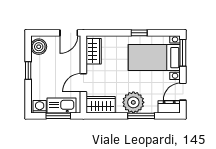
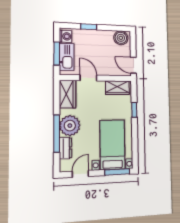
window: (139, 33) -> (134, 110), moved
window: (28, 71) -> (89, 27), moved
door: (183, 92) -> (80, 174), hinge flipped
dresser: (169, 107) -> (65, 148), moved
window: (141, 116) -> (57, 133), width x1.44

